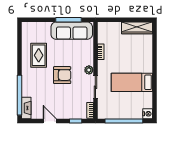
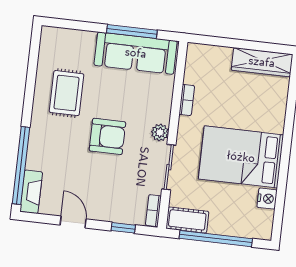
bed: (132, 82) -> (241, 157), width x1.50
cot: (108, 113) -> (187, 220), added
nightstand: (148, 114) -> (267, 199), moved

